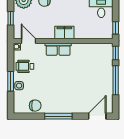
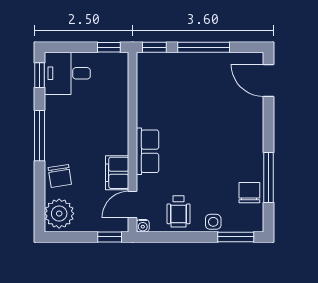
window: (11, 18) -> (110, 237), moved
filing cabinet: (64, 32) -> (117, 173), moved
window: (11, 81) -> (236, 237), moved
window: (58, 116) -> (268, 178), moved

